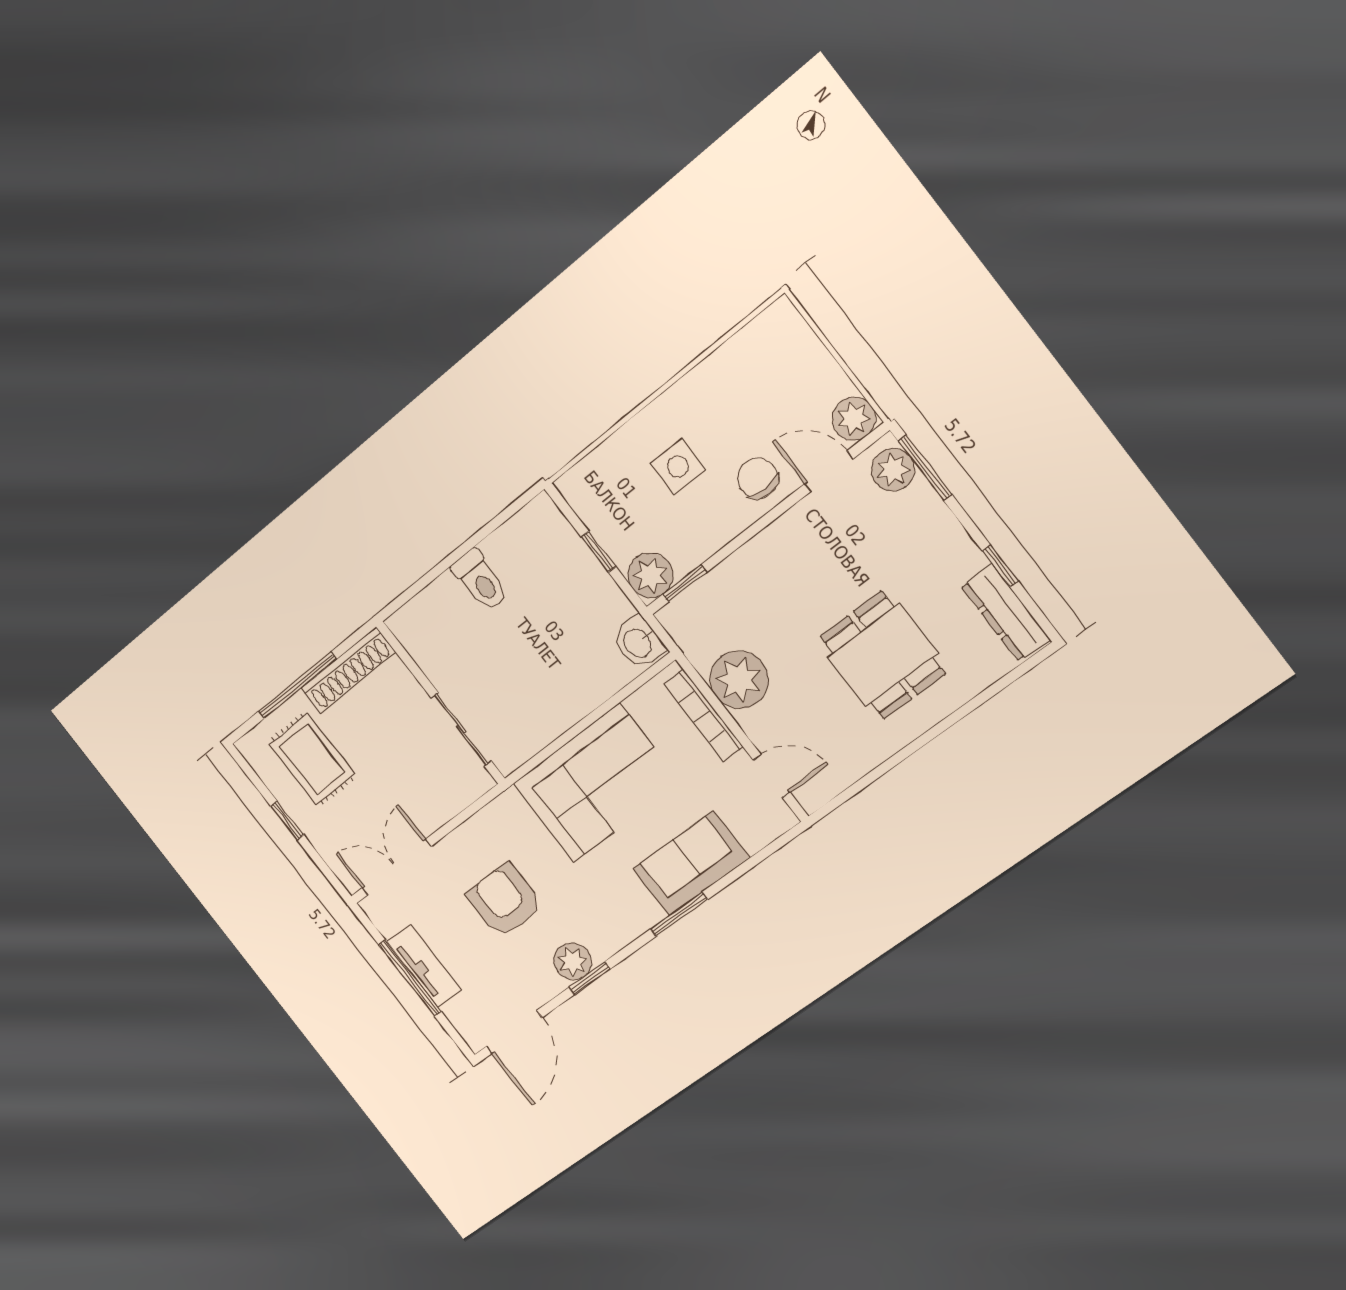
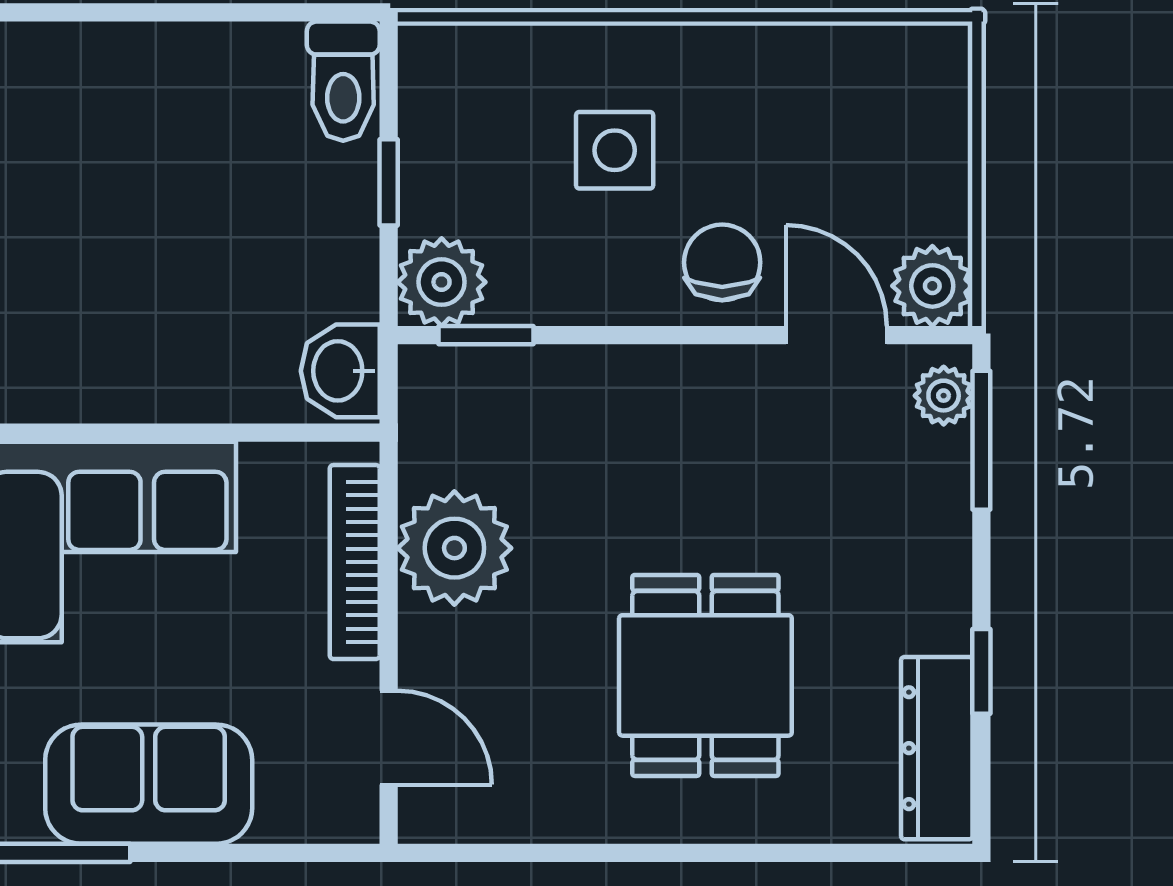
plant: (893, 470) -> (944, 396), width x0.73, depth x0.73
toilet: (480, 580) -> (343, 81), moved

